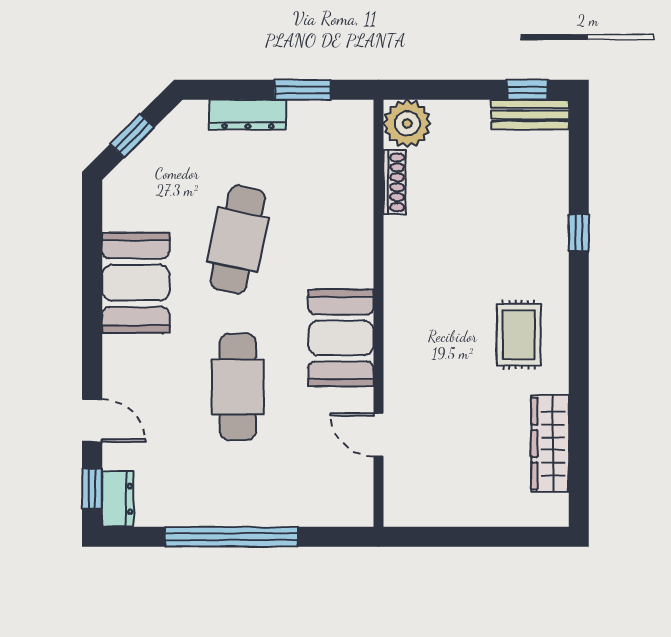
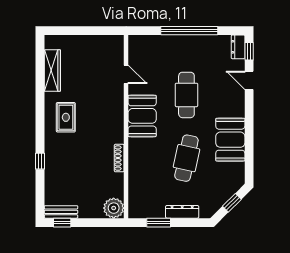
shoe rack: (394, 182) -> (119, 158), moved

